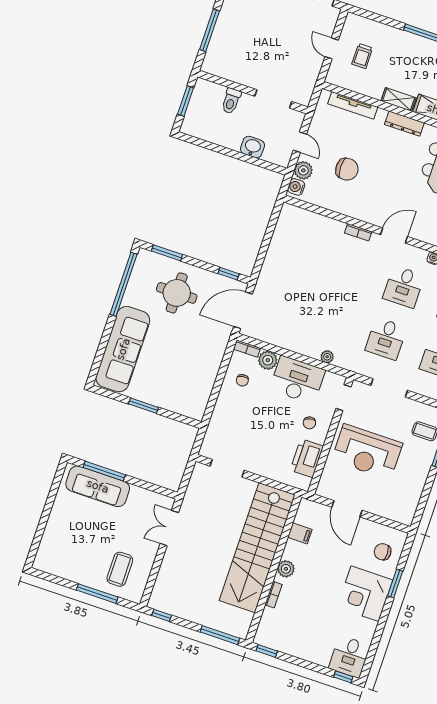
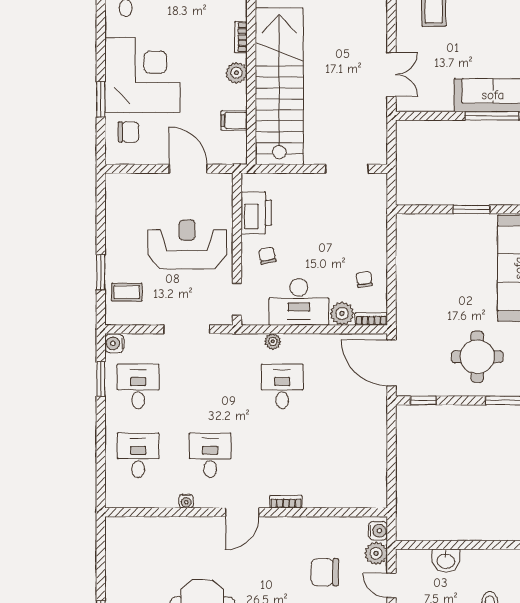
door: (243, 310) -> (391, 363), swing flipped
desk: (386, 339) -> (282, 386), moved
corner desk: (365, 594) -> (143, 75), width x1.36, depth x1.36

